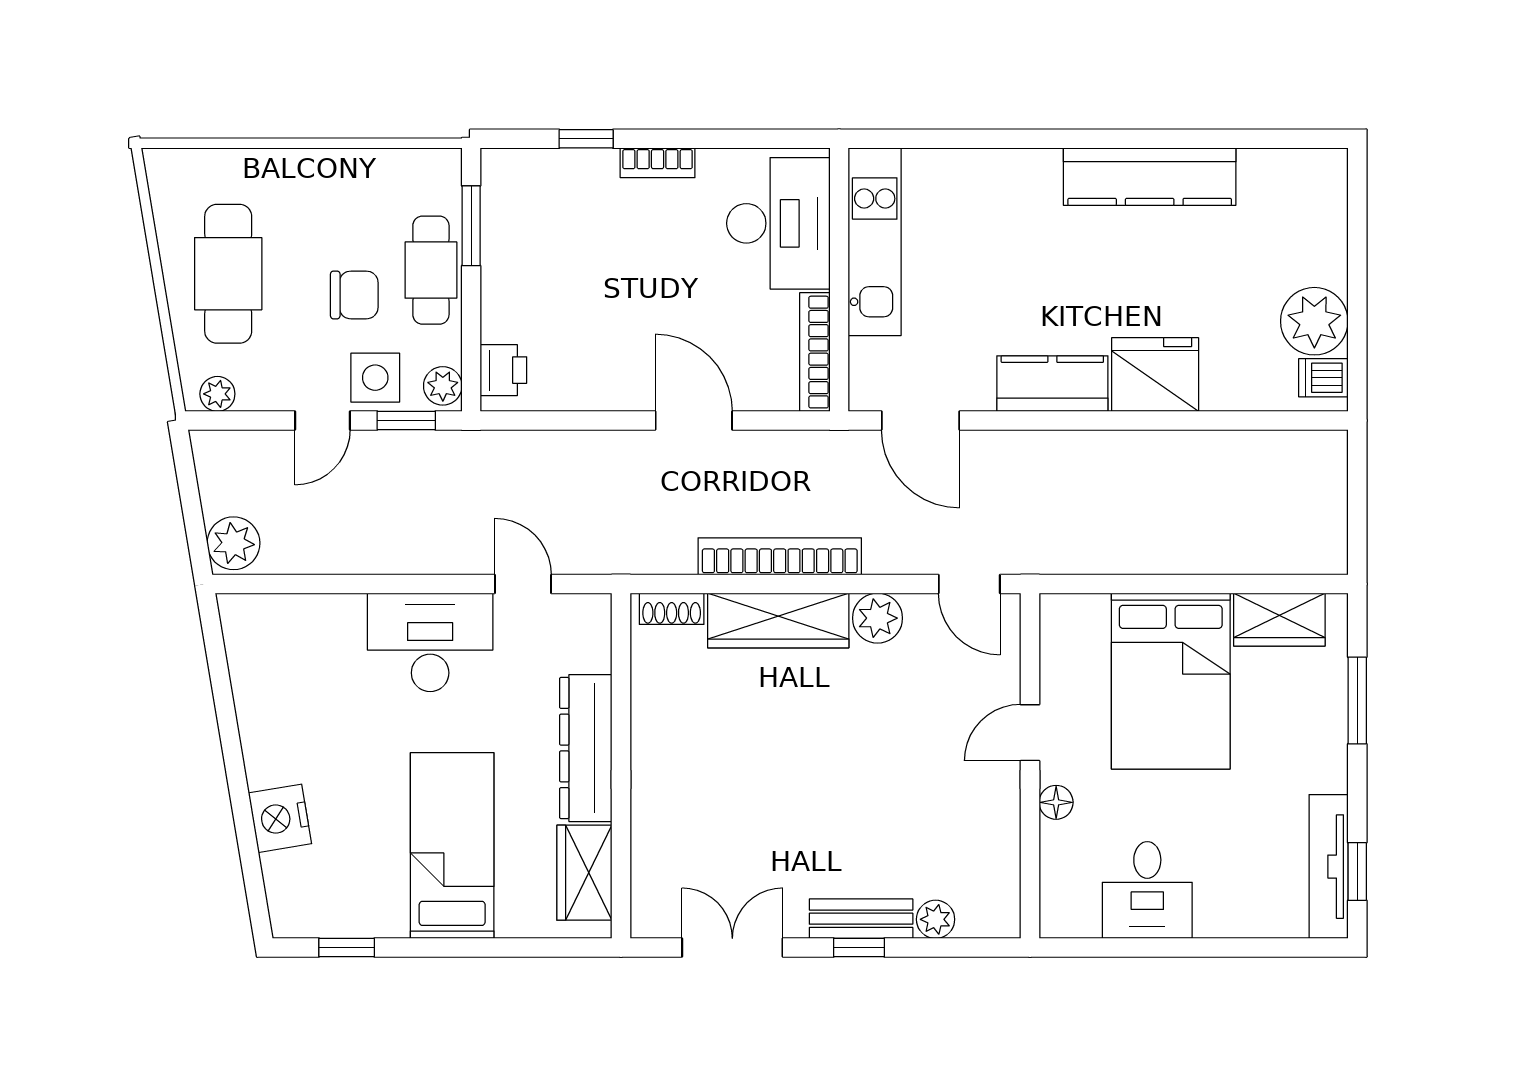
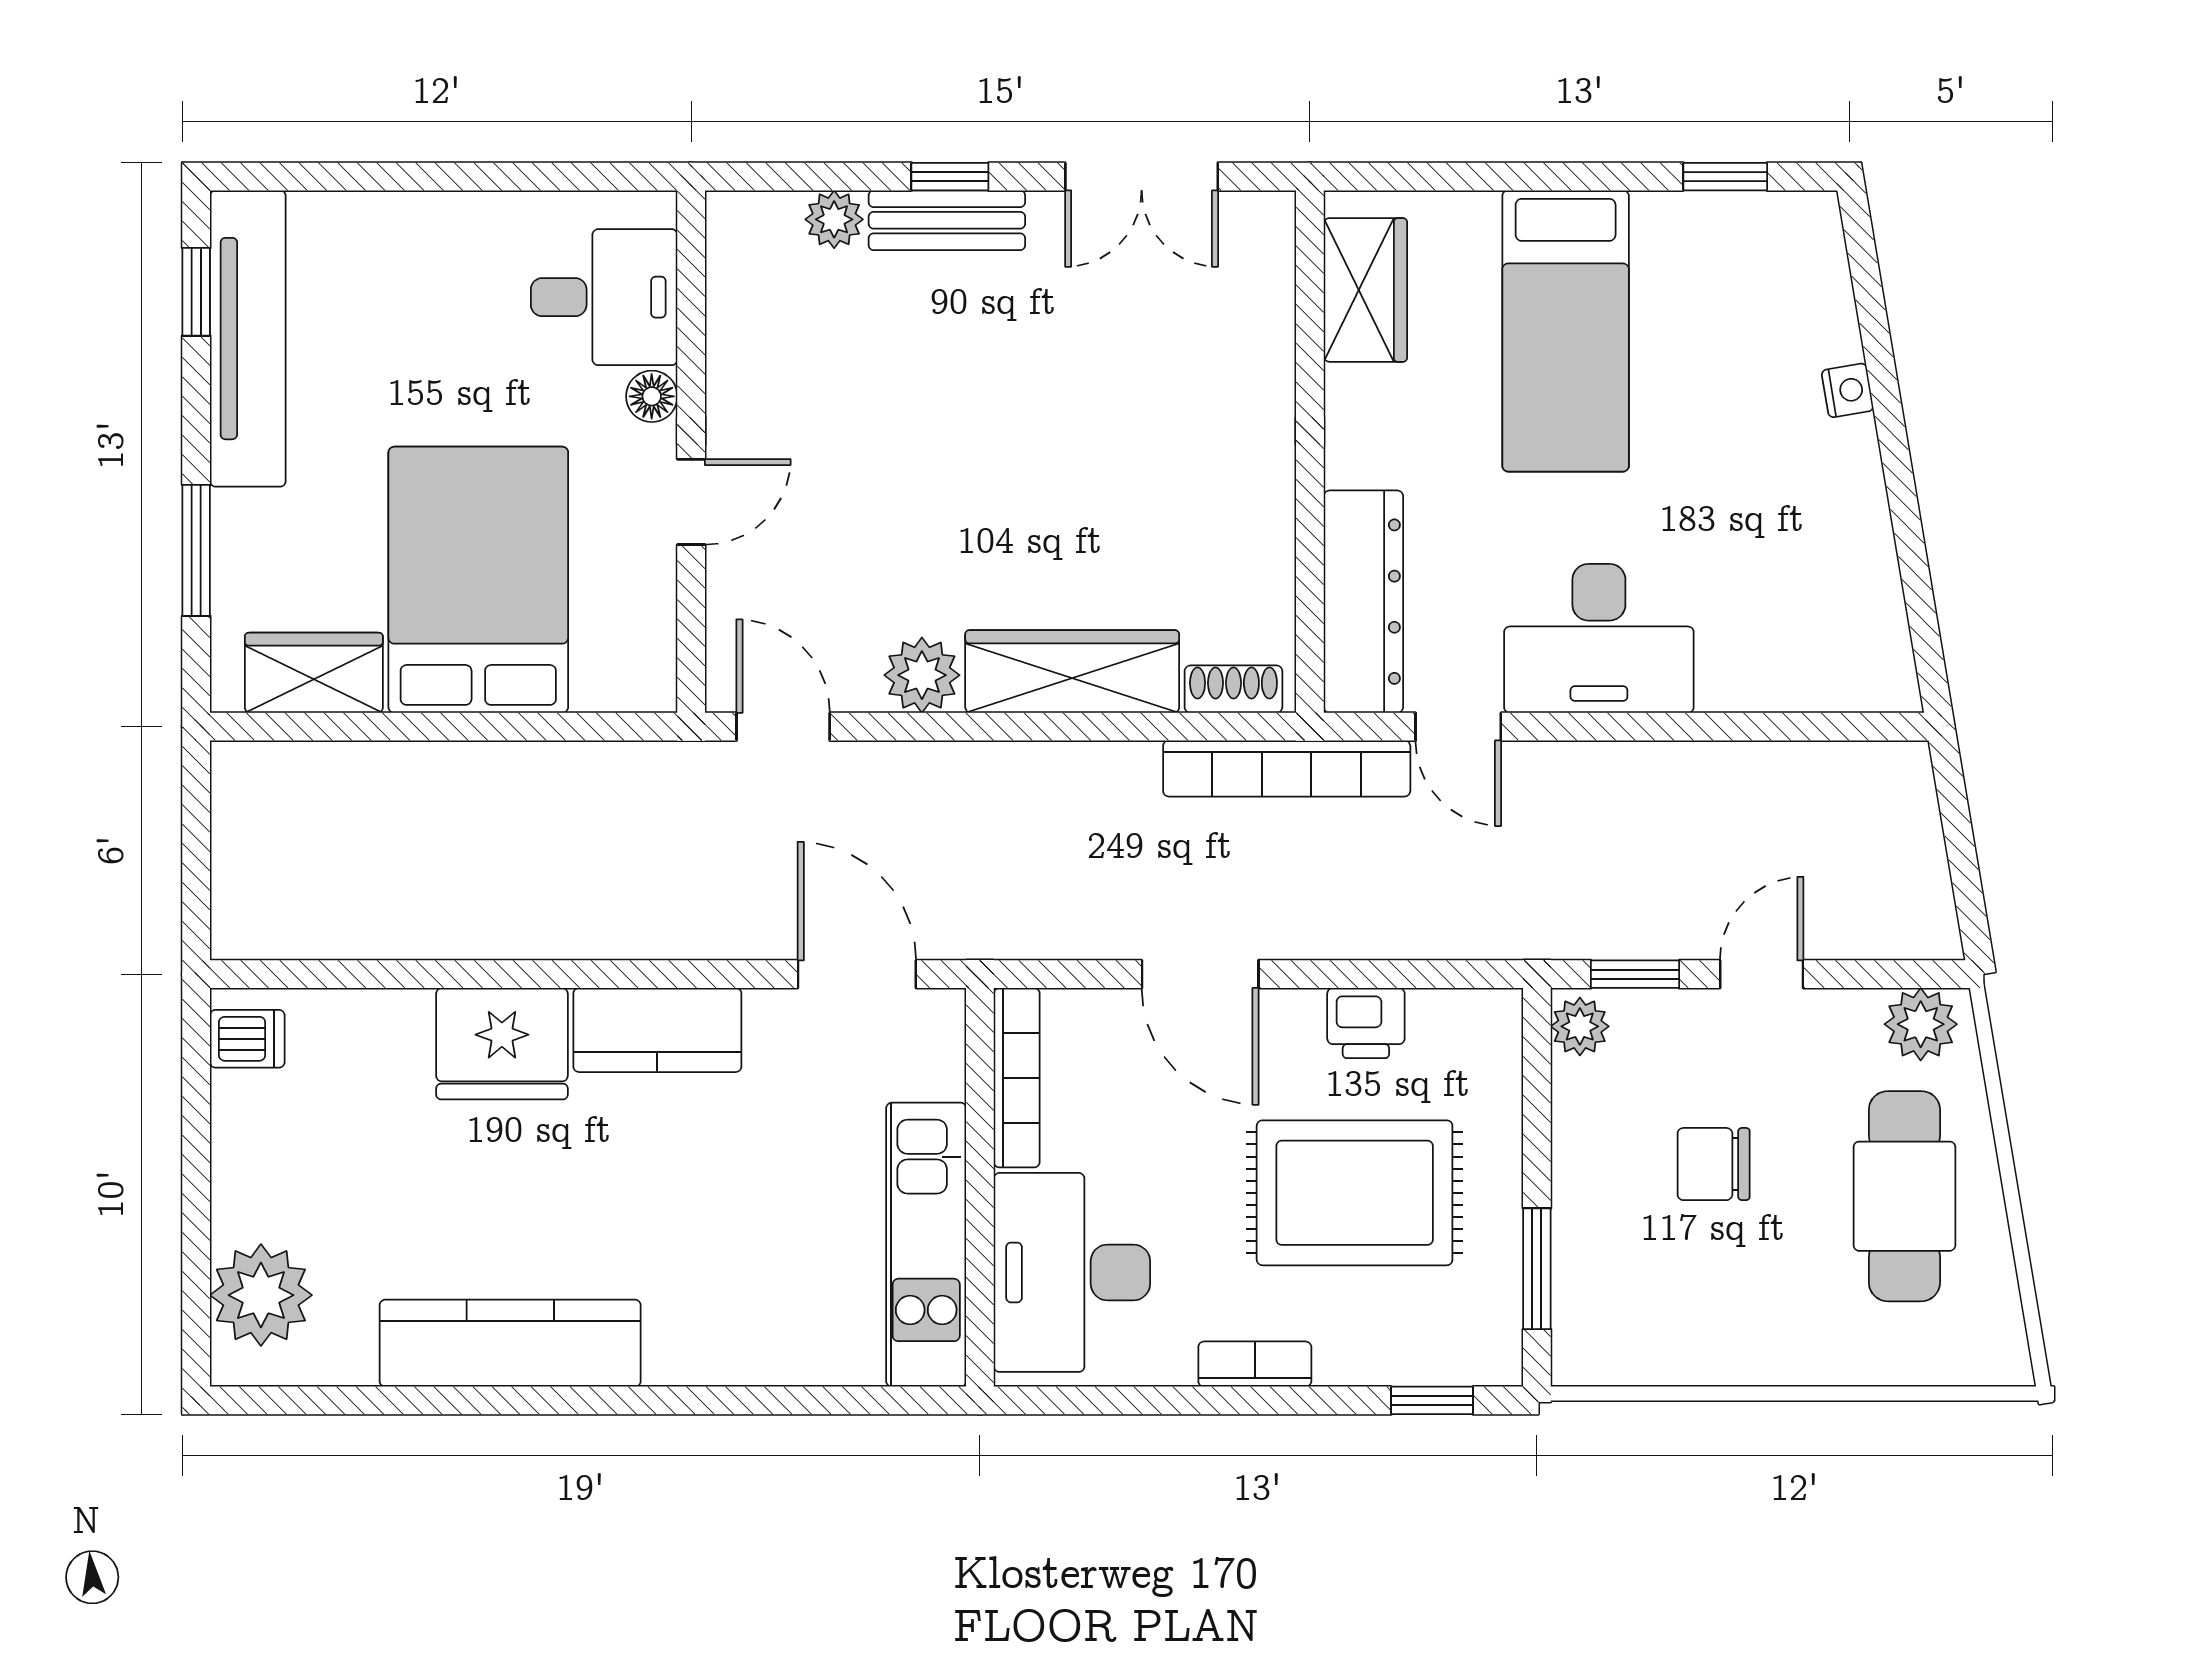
window: (586, 139) -> (1432, 1400), moved
cafe table: (431, 270) -> (1598, 1202), removed
rug: (592, 276) -> (1355, 1193), added
plant: (1314, 321) -> (261, 1295), moved
printer: (503, 370) -> (1366, 1023), moved, turned -90
side table: (375, 378) -> (1682, 1039), removed
plant: (217, 394) -> (1921, 1024), width x1.38, depth x1.38
plant: (233, 543) -> (1896, 788), removed
bookcase: (780, 556) -> (1287, 768), moved
dresser: (586, 748) -> (1363, 602), moved
nightstand: (280, 818) -> (1848, 390), width x0.53, depth x0.56
tv unit: (1329, 867) -> (248, 339), width x1.36, depth x1.29
desk: (1147, 890) -> (604, 297), moved, turned 90

